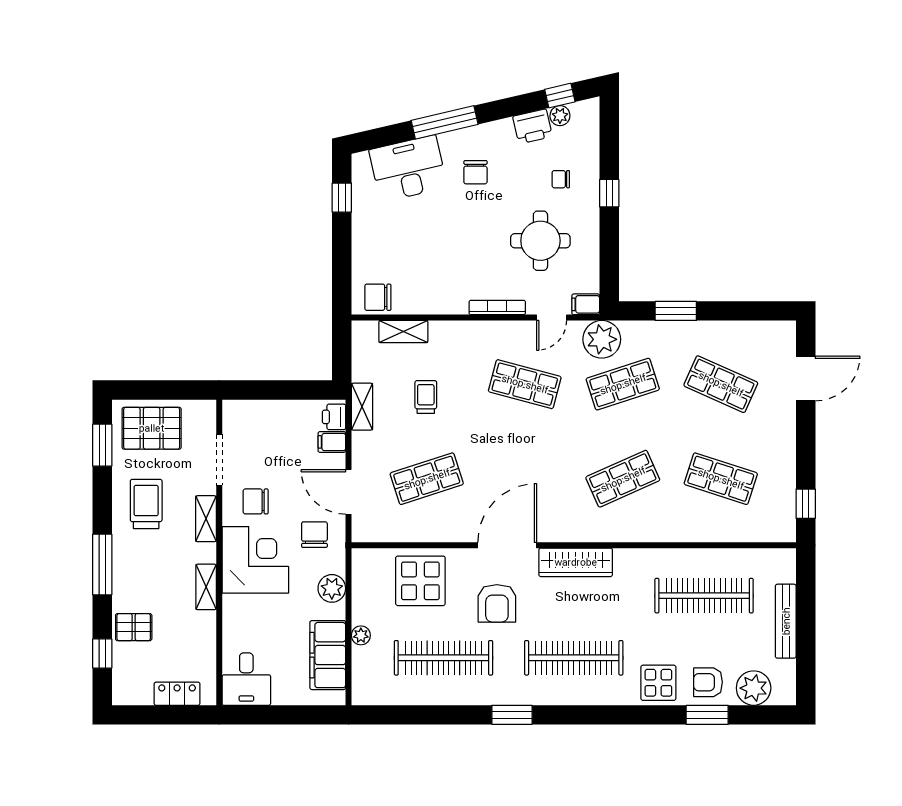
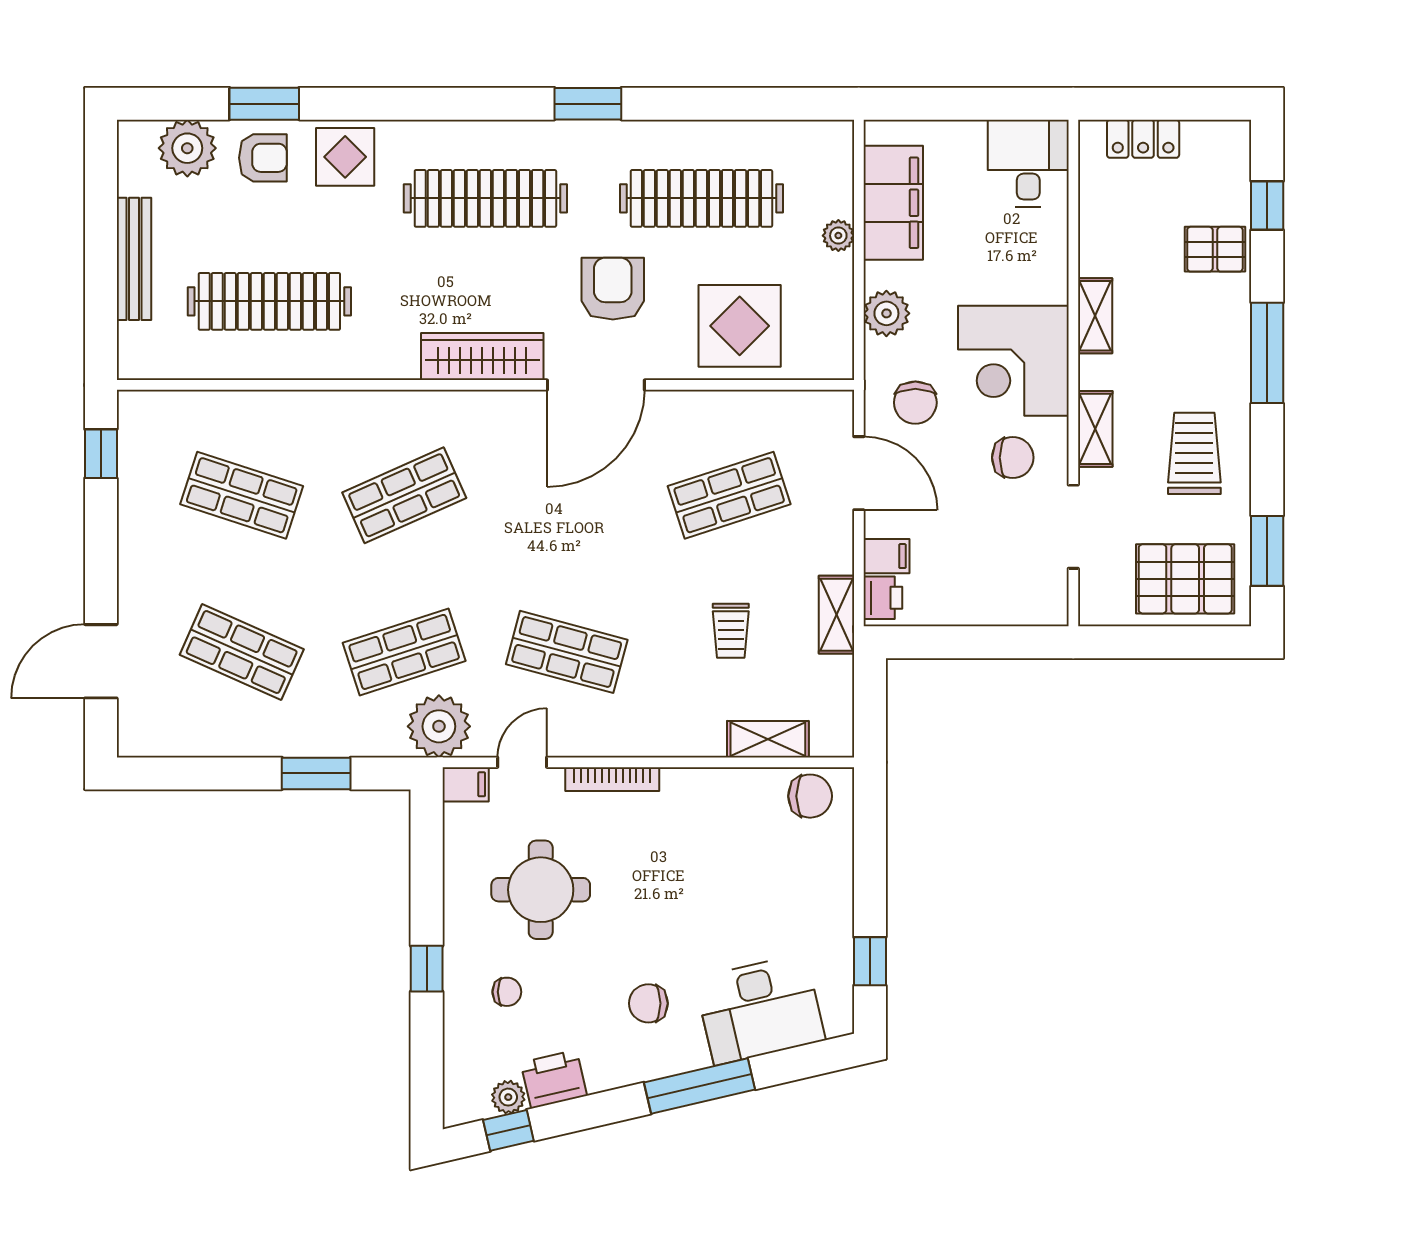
chair: (475, 172) -> (648, 1003), turned -90
trolley: (146, 504) -> (1194, 453), turned 180

